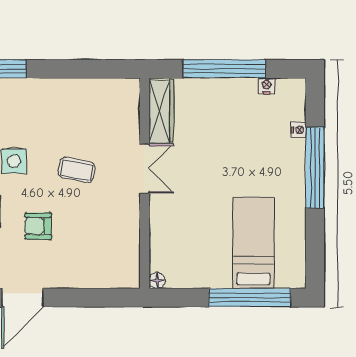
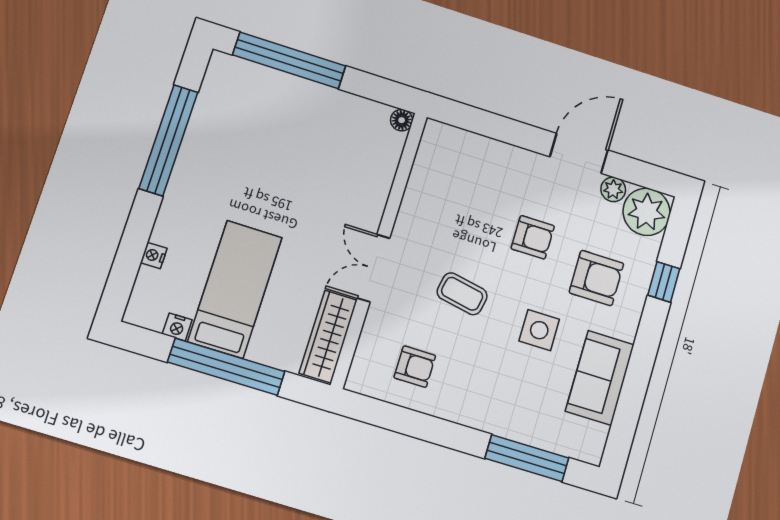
armchair: (94, 109) -> (415, 367), added
window: (315, 168) -> (168, 140), moved
bed: (253, 243) -> (235, 289), moved, turned 180

